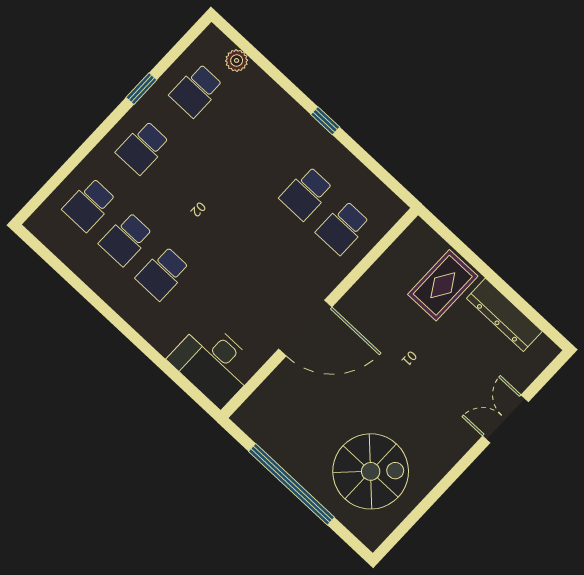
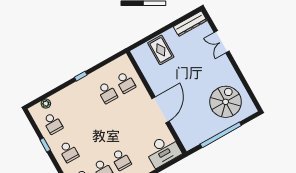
dresser: (504, 315) -> (190, 24), moved

